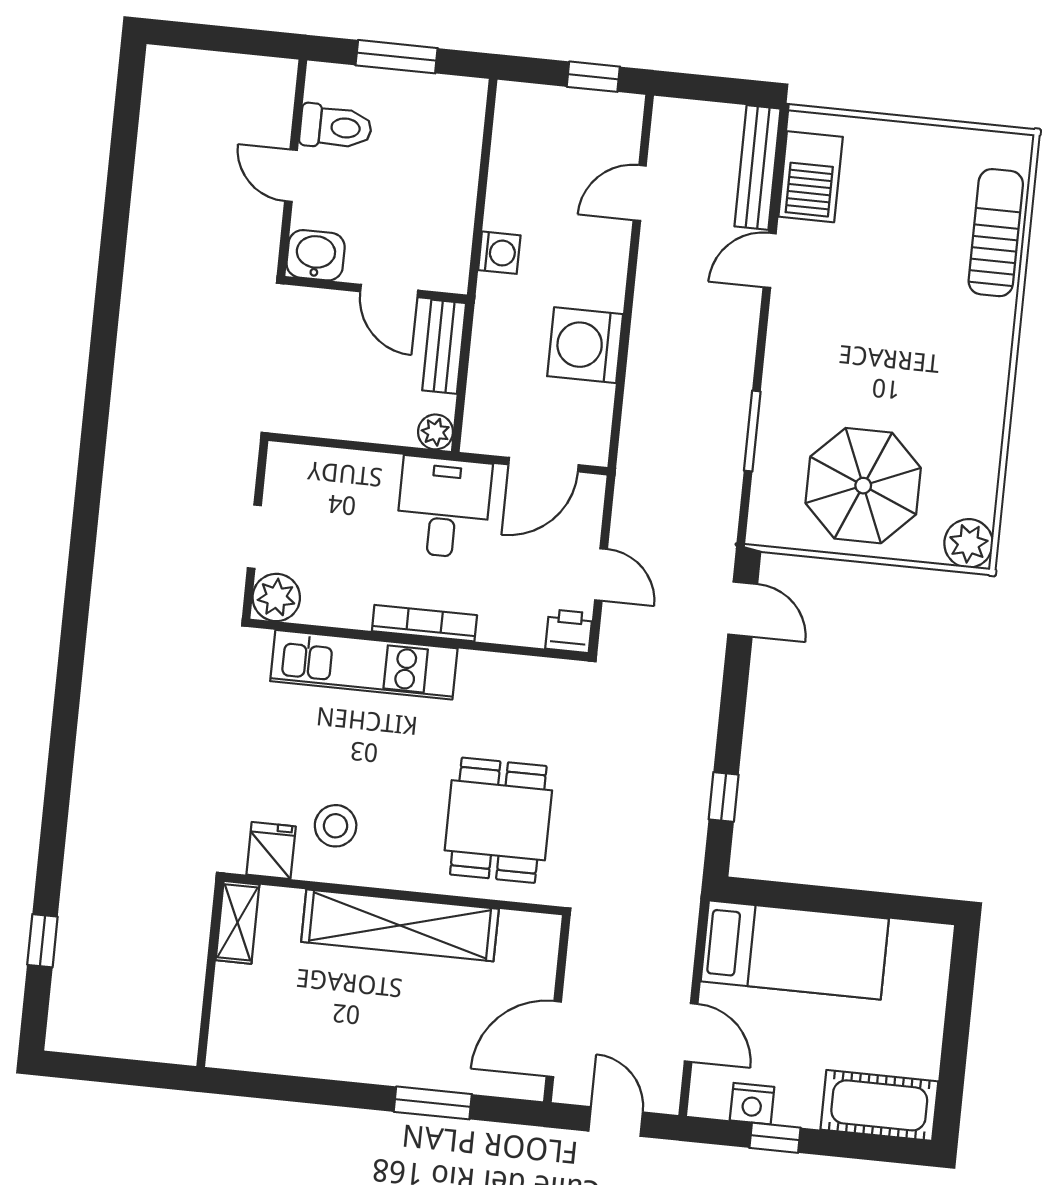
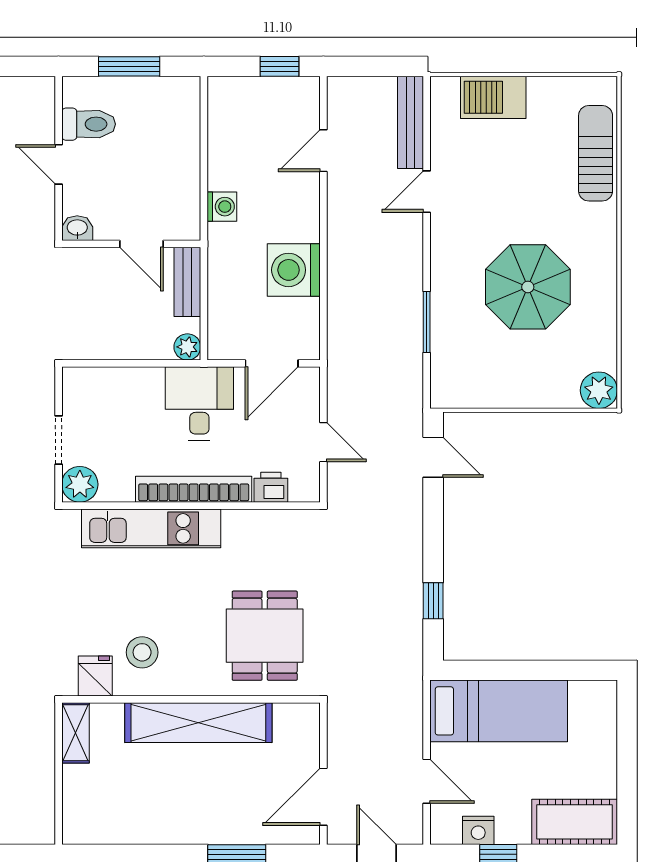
barbecue: (811, 177) -> (493, 97), moved, turned 90
washbasin: (316, 255) -> (77, 228), width x0.72, depth x0.69
parasol: (863, 486) -> (528, 287), moved
bookcase: (424, 623) -> (194, 489), width x1.48, depth x1.31
printer: (569, 631) -> (271, 487), moved

